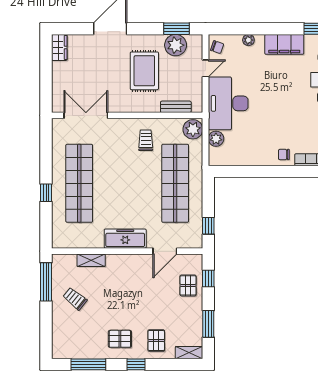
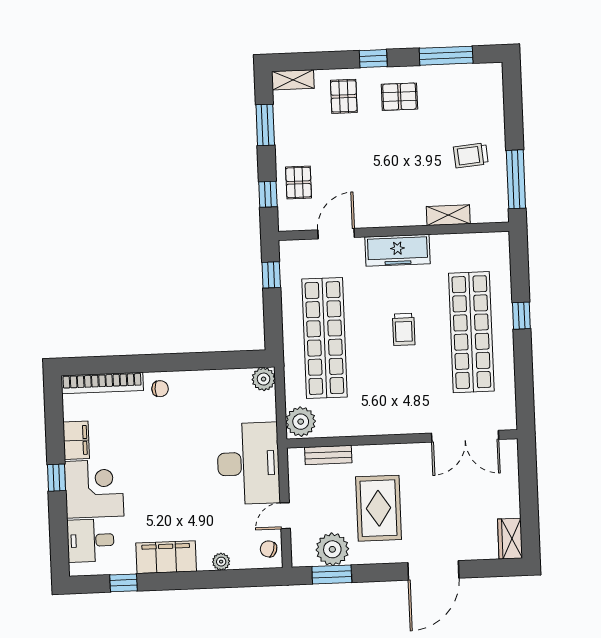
plant: (216, 139) -> (264, 379), moved
trolley: (146, 140) -> (404, 329), moved
trolley: (75, 299) -> (471, 155), turned 136

